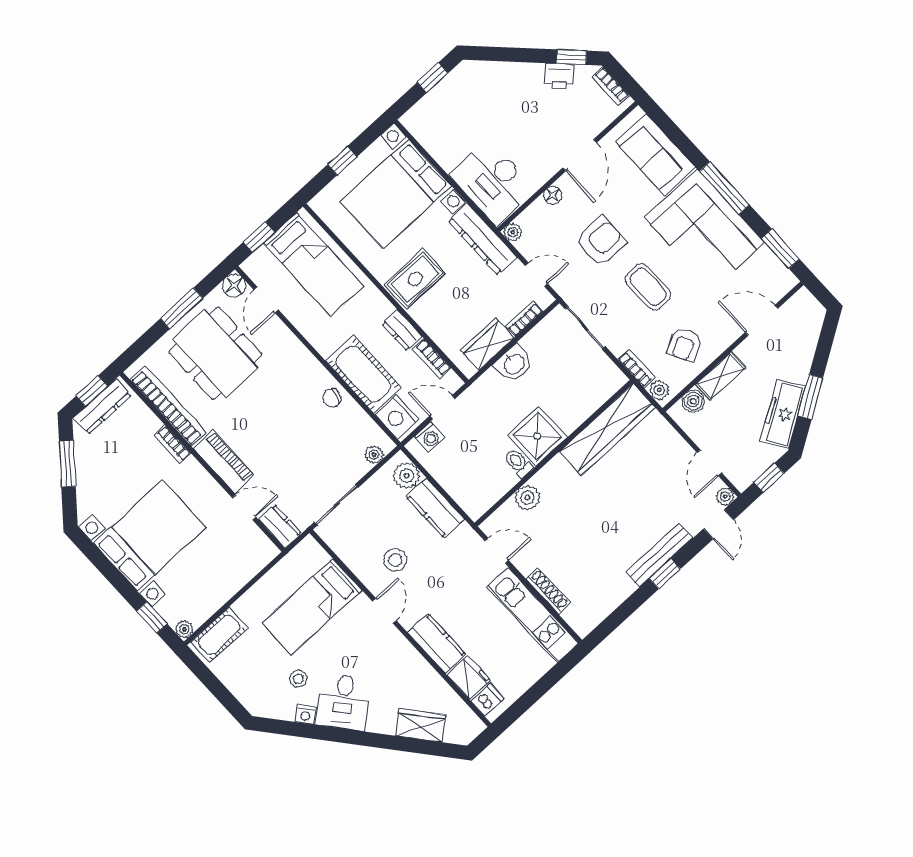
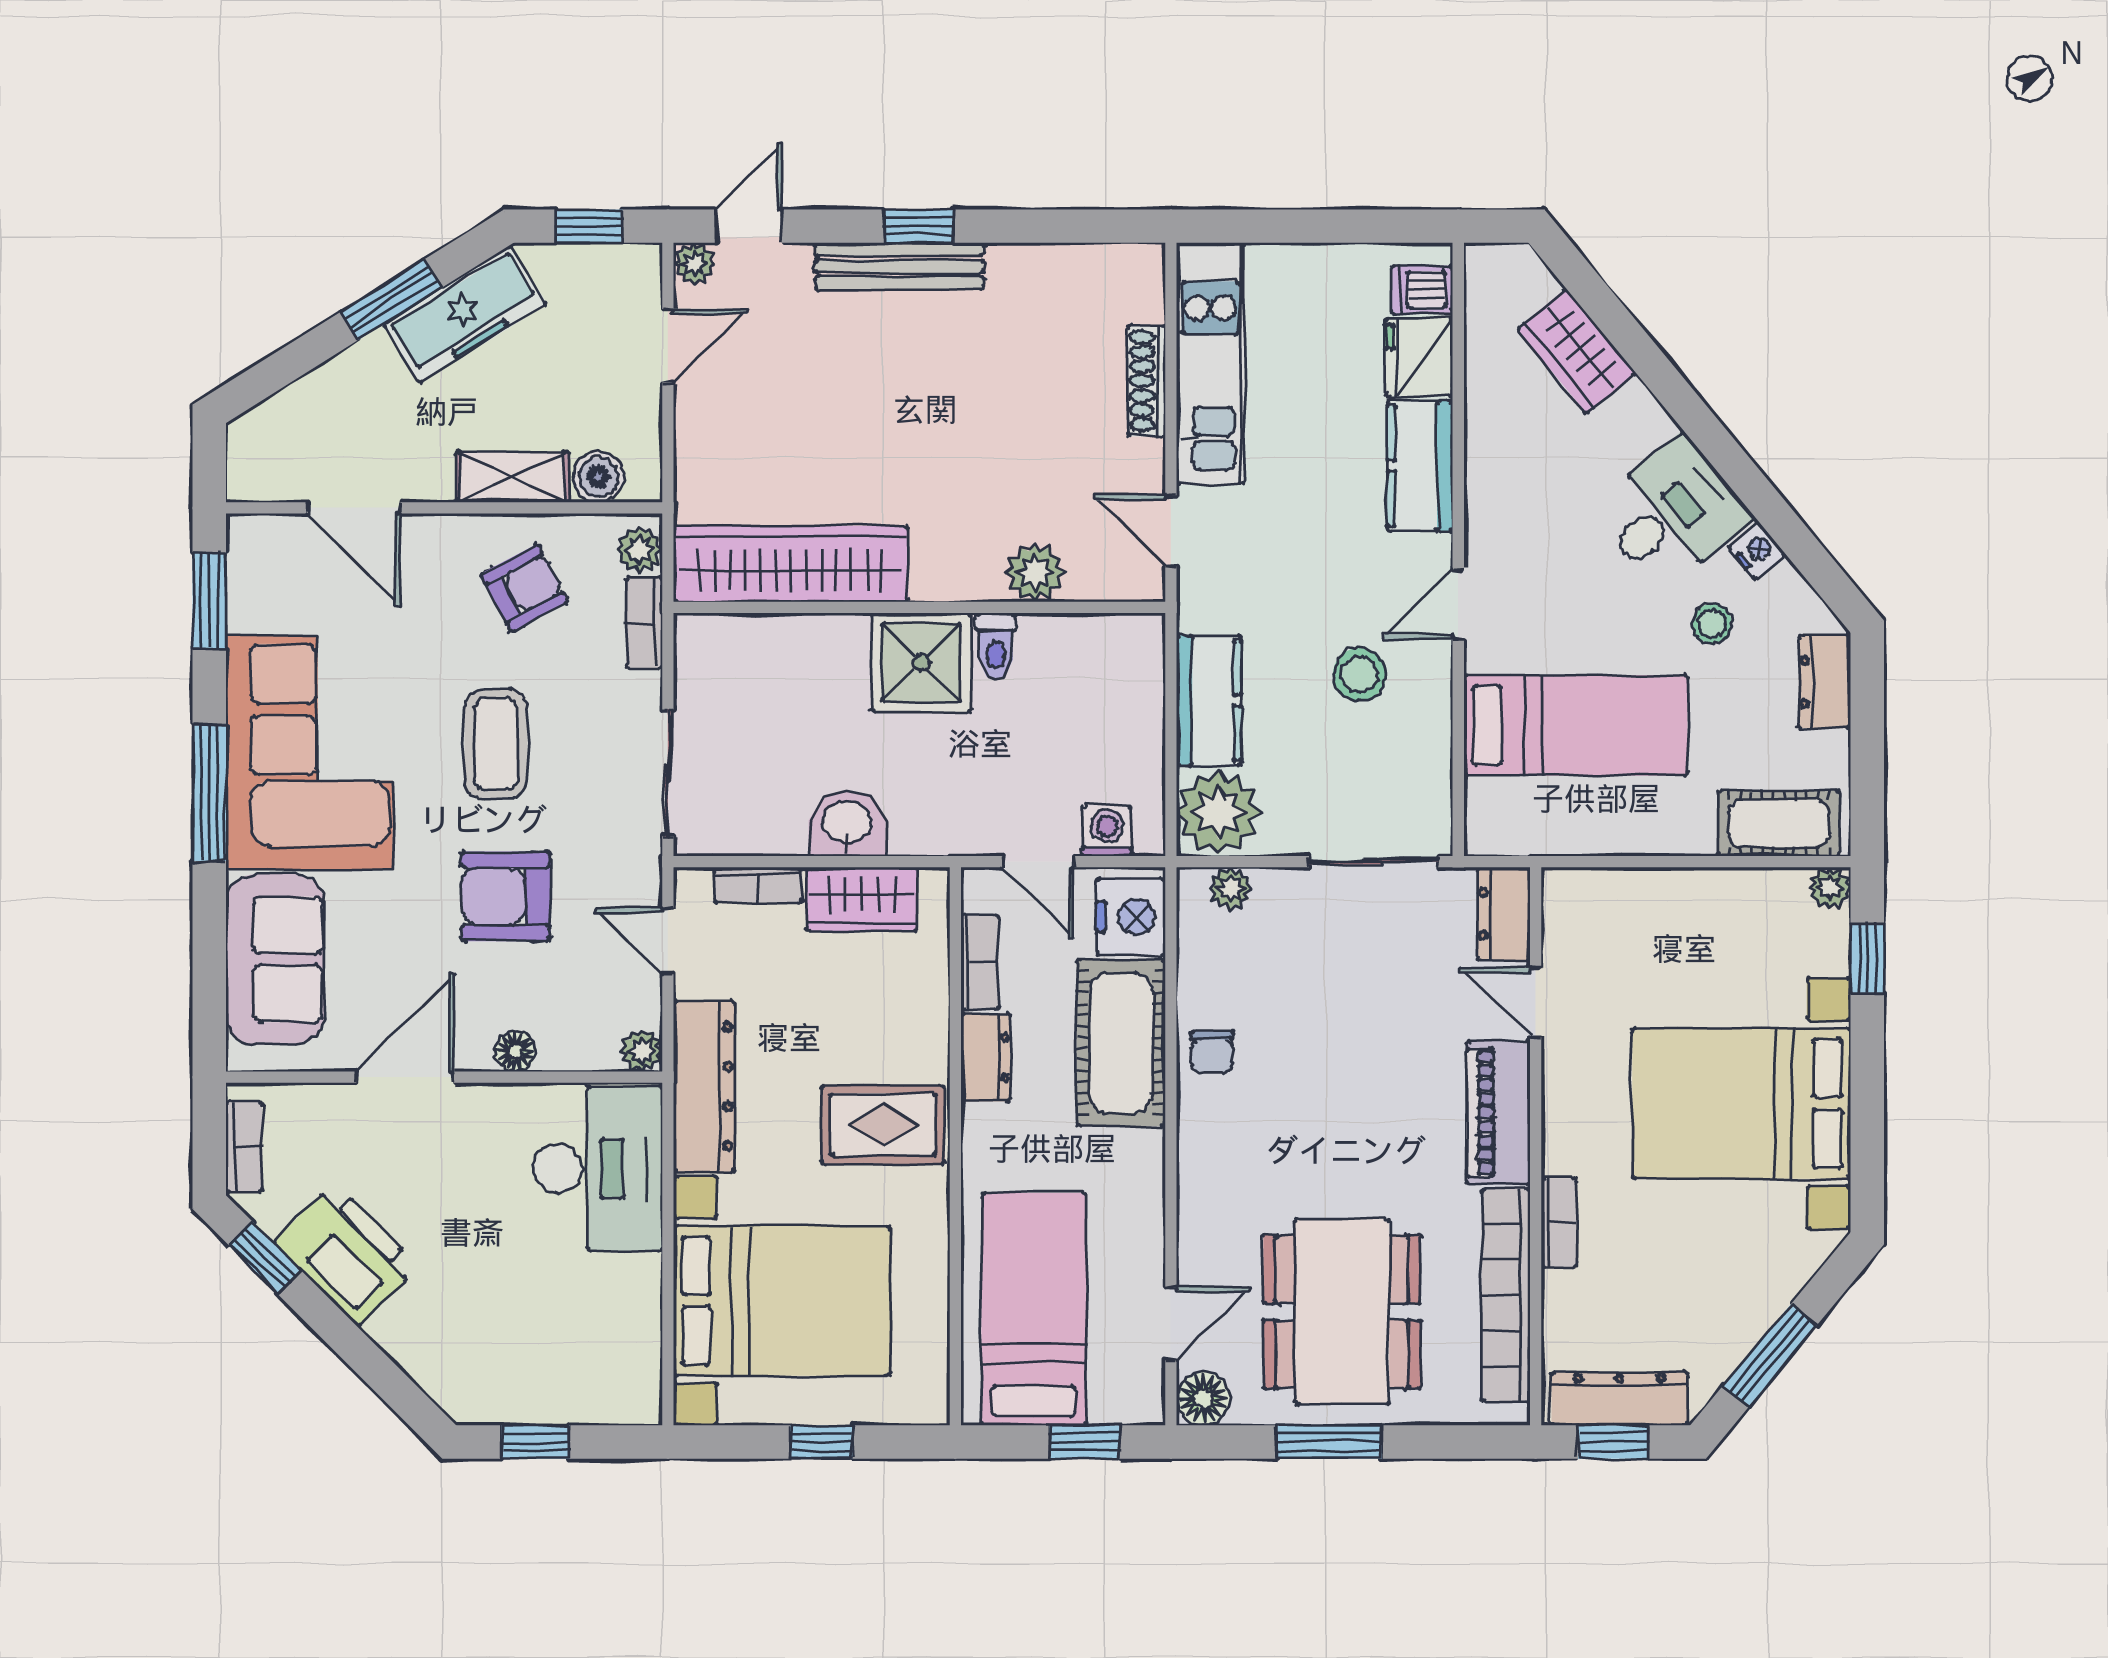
printer: (559, 76) -> (346, 1254), width x1.87, depth x1.48
chair: (332, 398) -> (1212, 1052), turned 76
plant: (407, 476) -> (1219, 812), width x1.36, depth x1.36
dresser: (246, 693) -> (1825, 682), added

